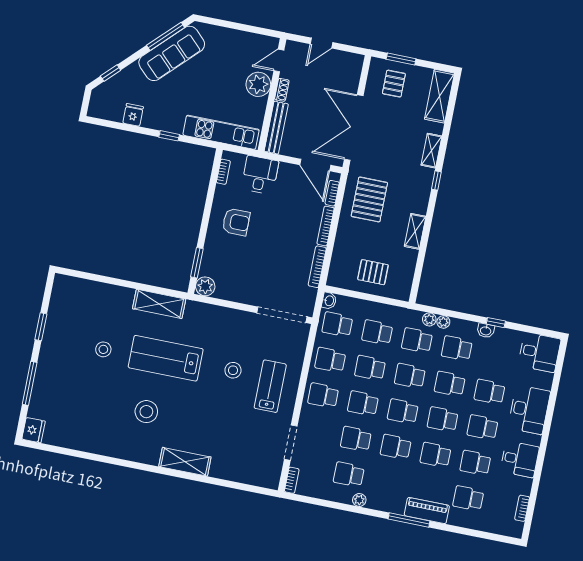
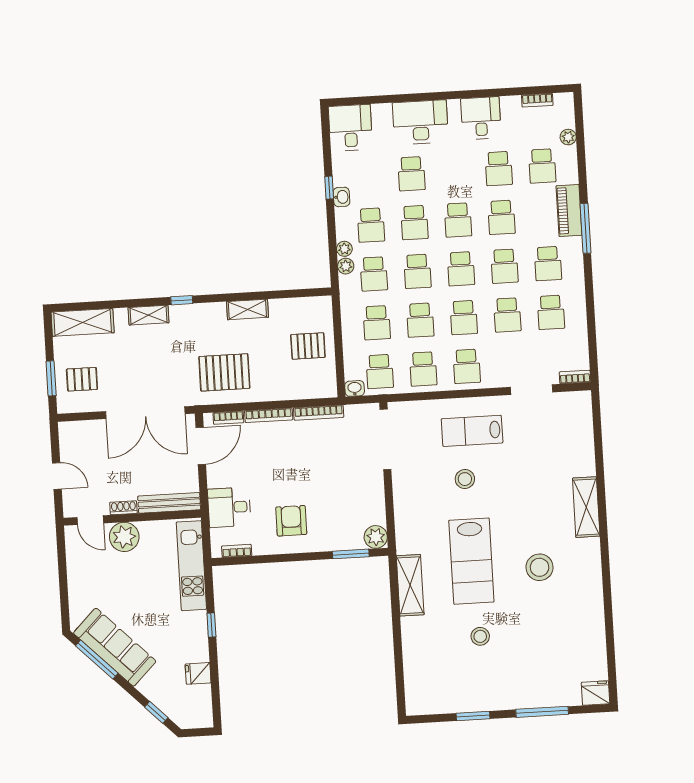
pallet: (373, 272) -> (308, 346), turned 90
school desk: (482, 427) -> (548, 264), moved
plant: (359, 500) -> (568, 137), moved

